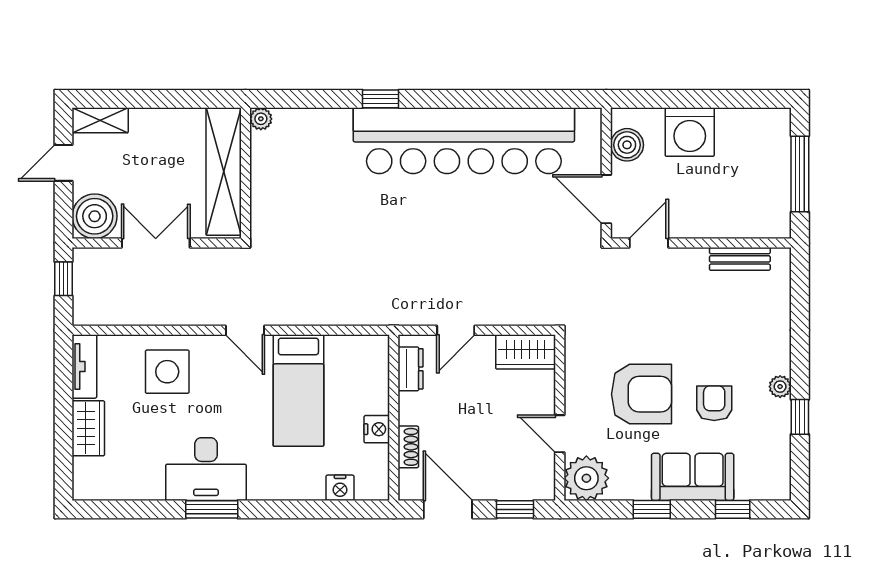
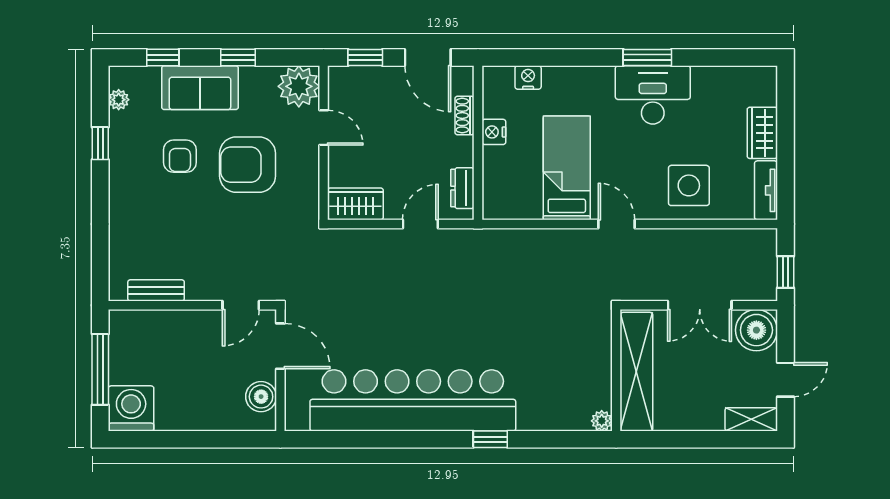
washing machine: (690, 132) -> (131, 408), moved
plant: (780, 387) -> (119, 100), moved

